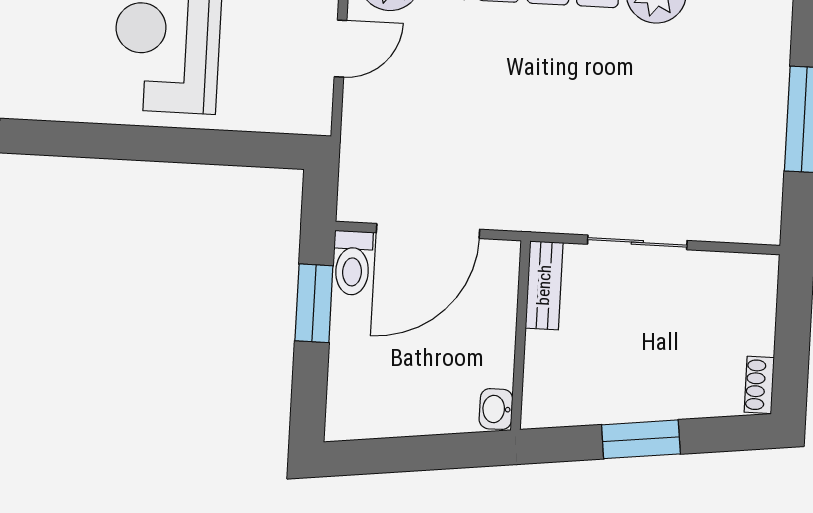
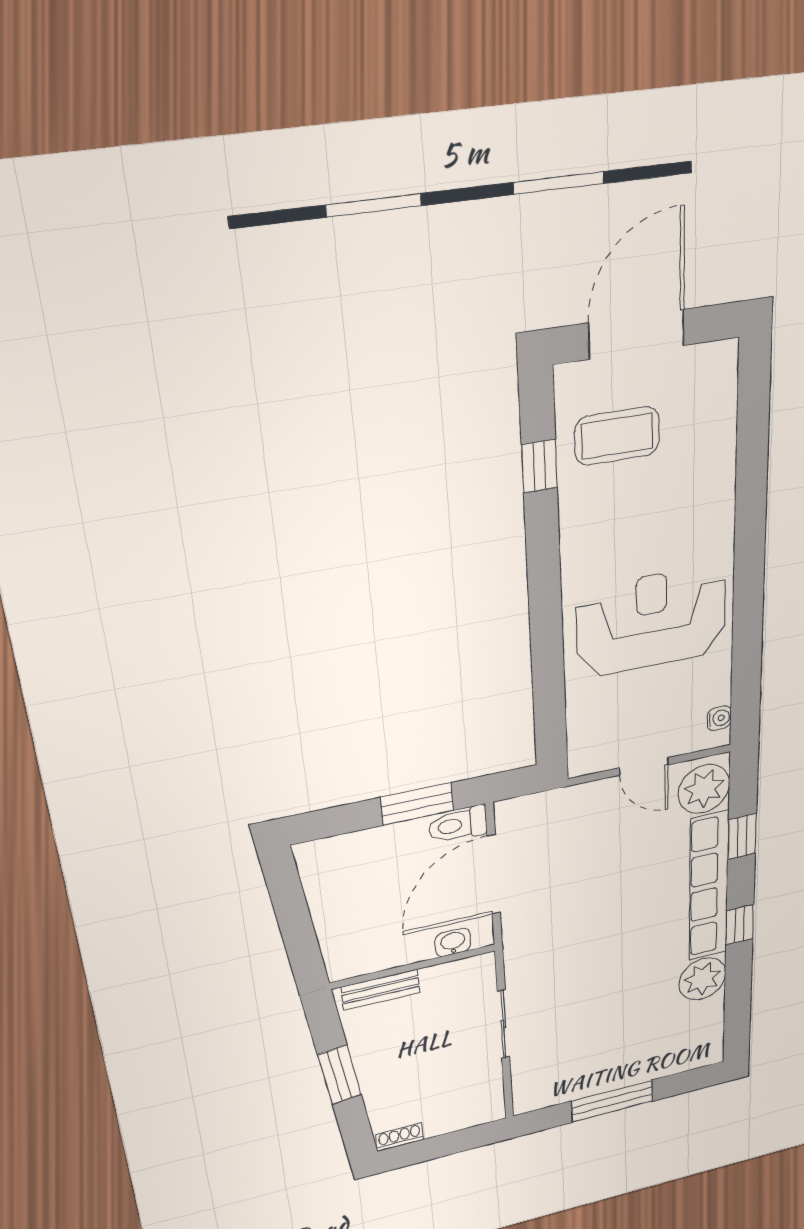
door: (428, 231) -> (494, 875), hinge flipped
bench: (544, 285) -> (381, 990), moved
washbasin: (496, 409) -> (453, 942), moved

